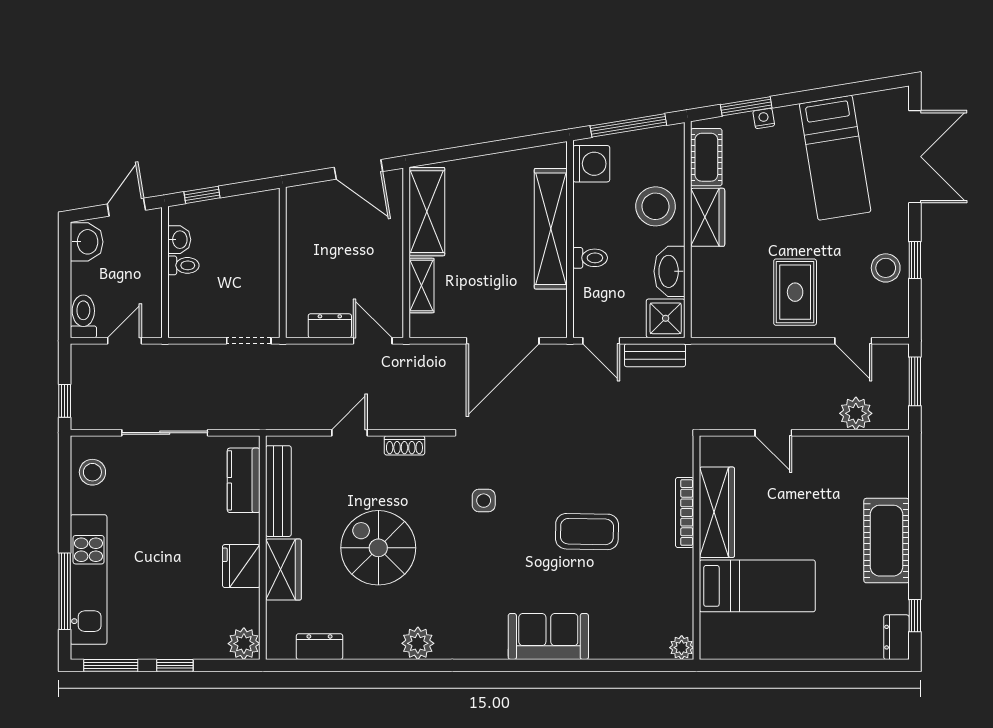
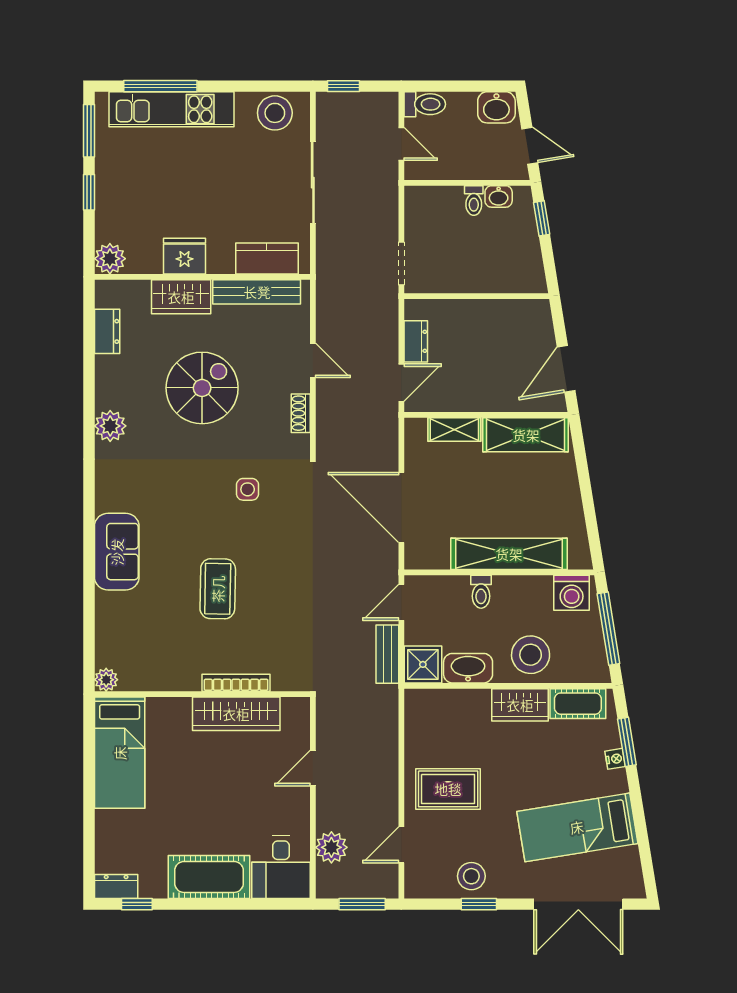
desk: (876, 466) -> (281, 867), added
stool: (92, 472) -> (275, 113), width x1.38, depth x1.38
bed: (757, 586) -> (120, 753), moved

